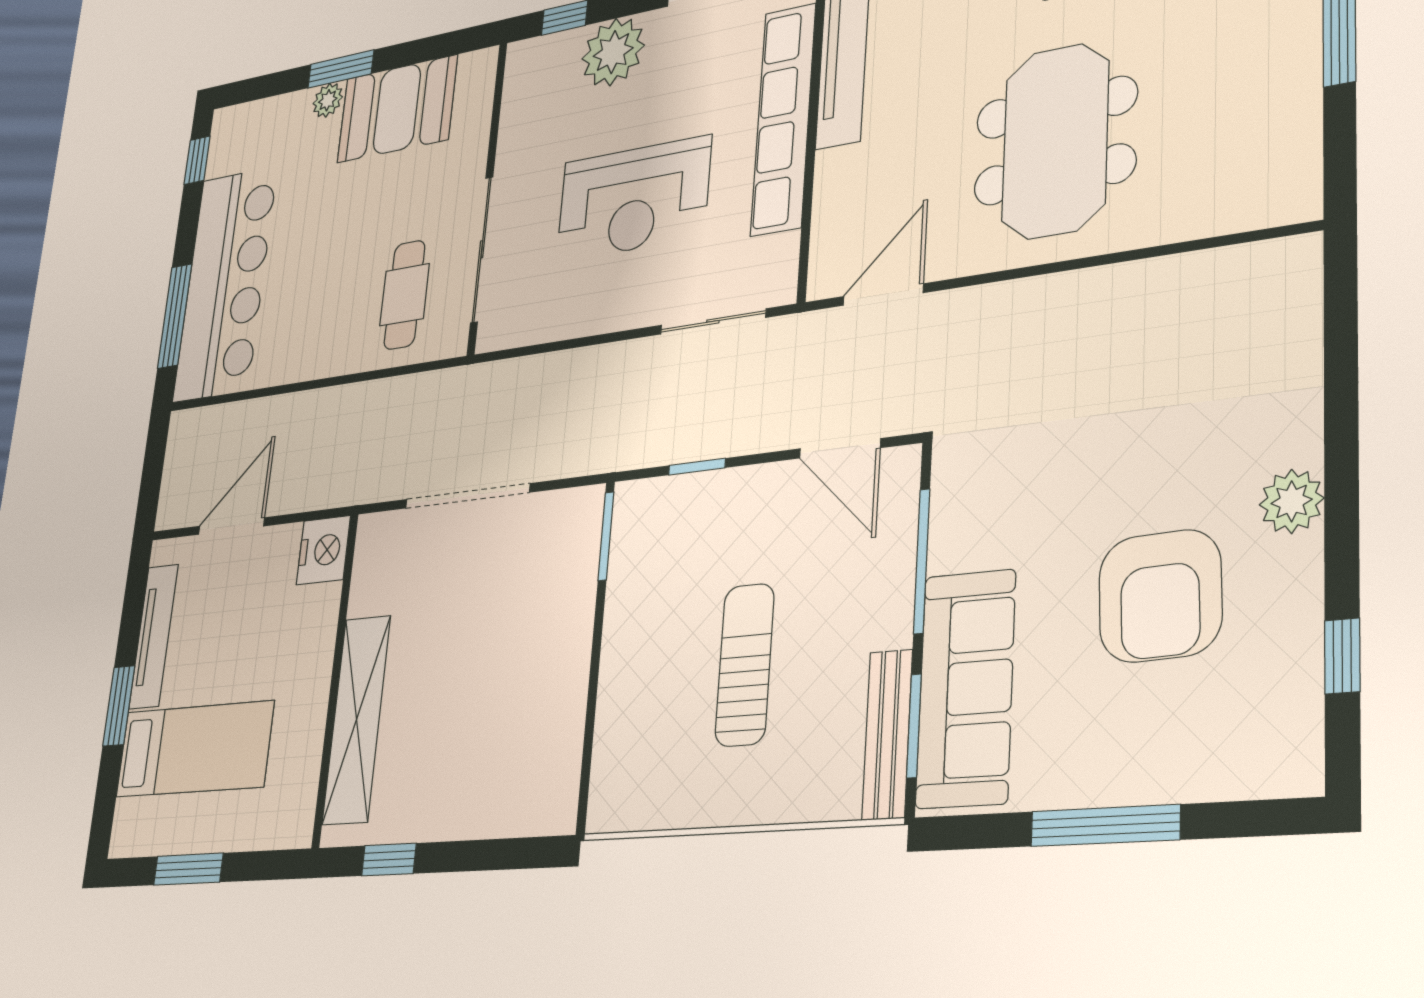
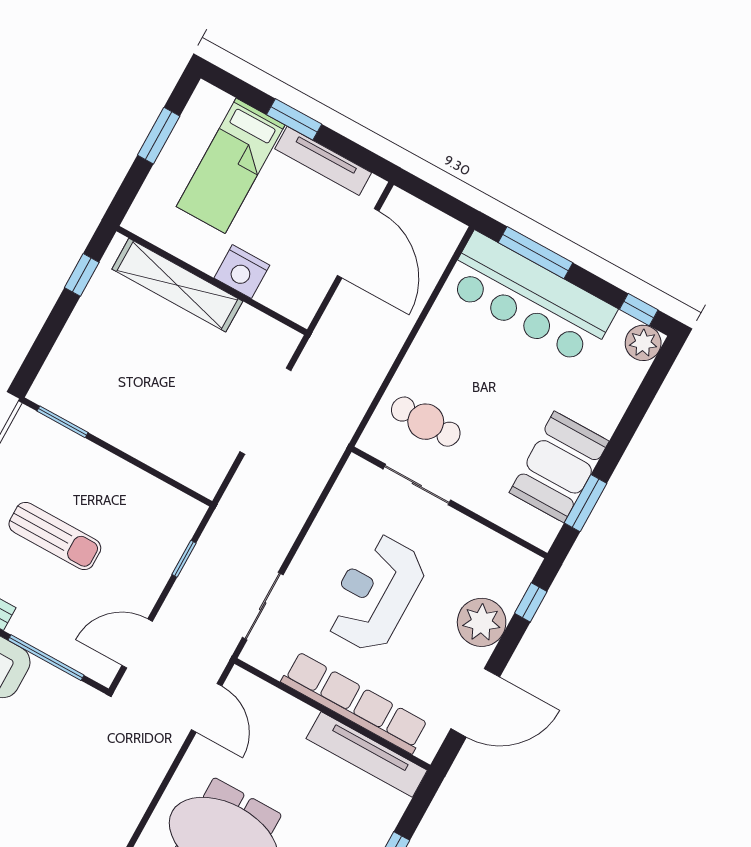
window: (341, 69) -> (586, 503), moved
plant: (328, 100) -> (643, 343), moved, width x1.38, depth x1.38
sliding door: (482, 249) -> (417, 485), width x0.73
door: (231, 526) -> (358, 243), width x1.36
window: (606, 536) -> (62, 422), moved
nightstand: (323, 550) -> (242, 272), moved

